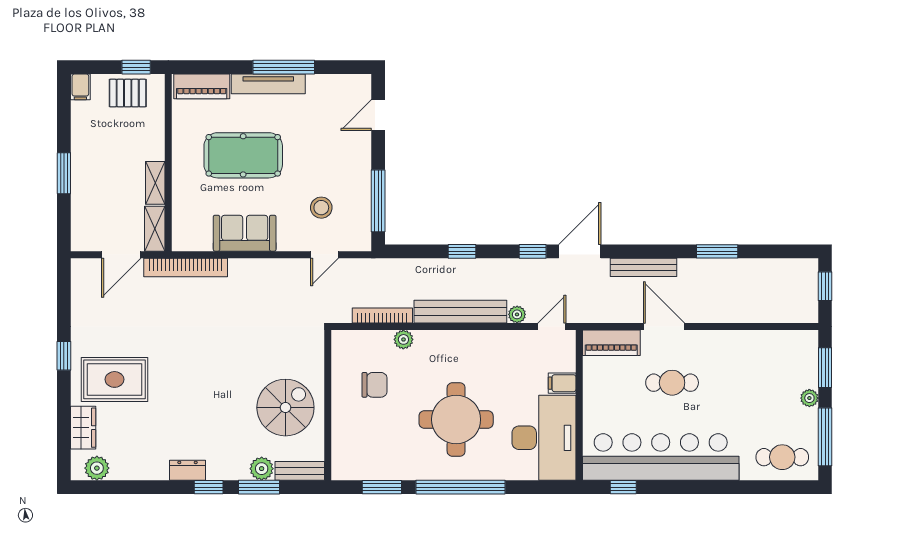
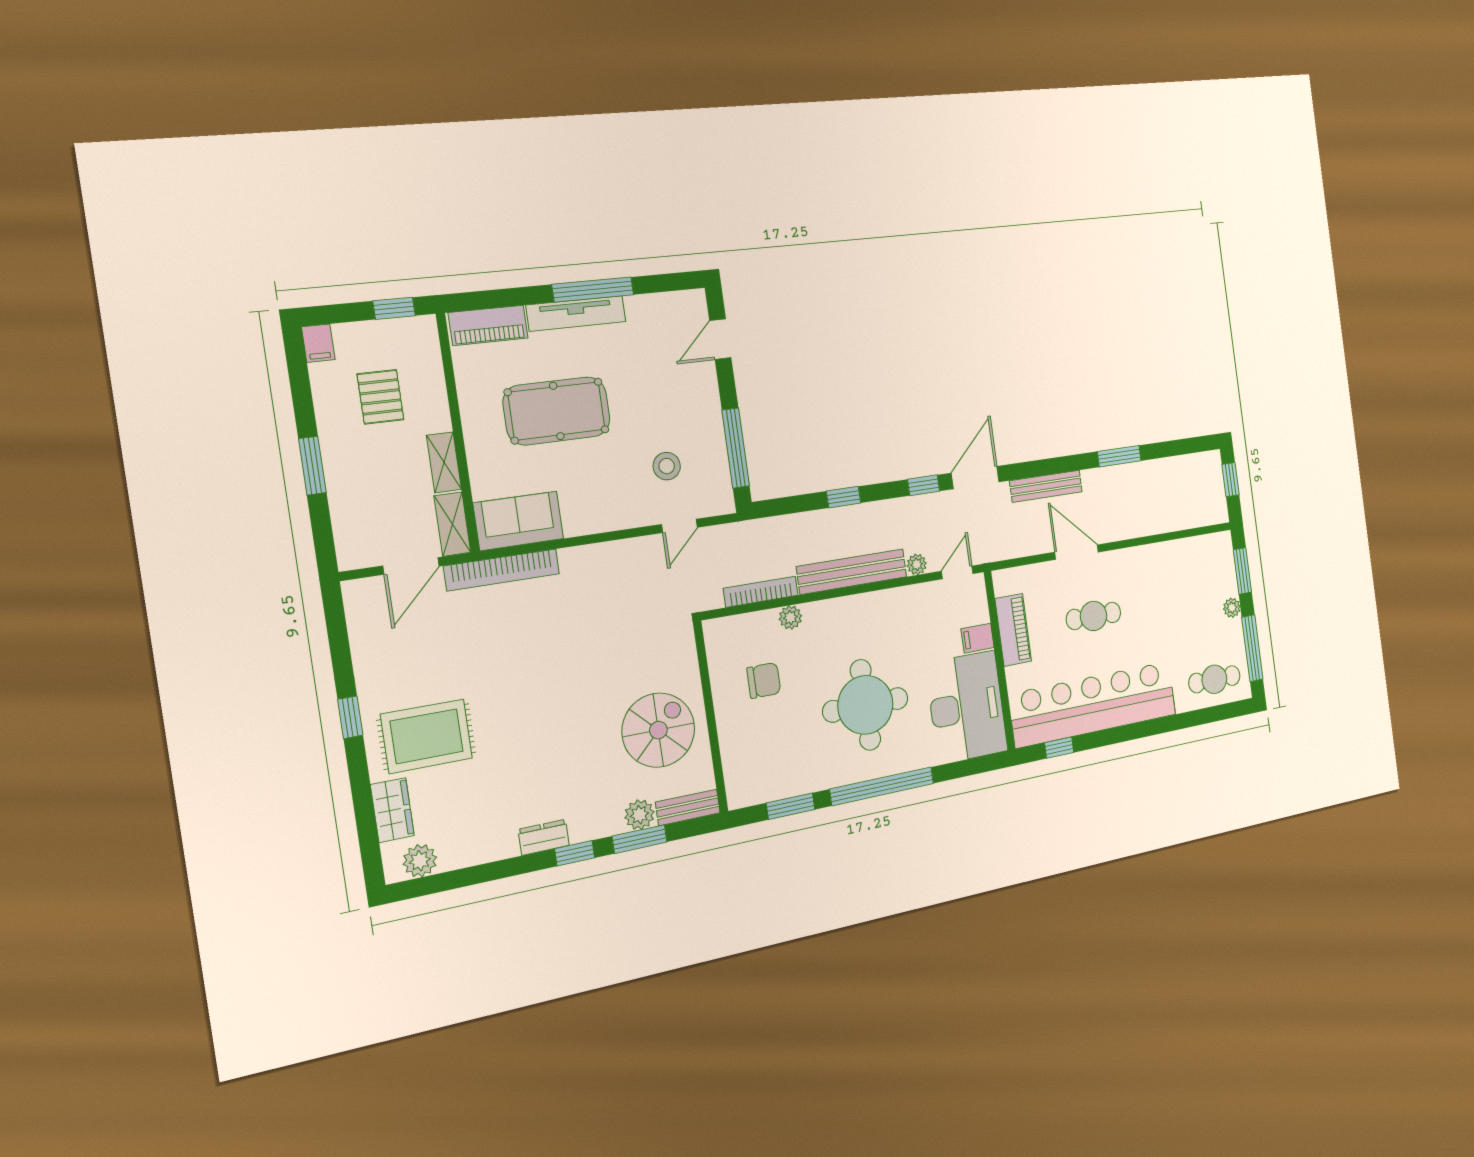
pallet: (128, 93) -> (380, 397), moved, turned 90
sofa: (245, 233) -> (518, 521), moved
piano: (611, 343) -> (1013, 630), moved, turned -90

